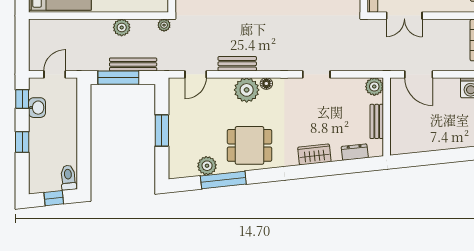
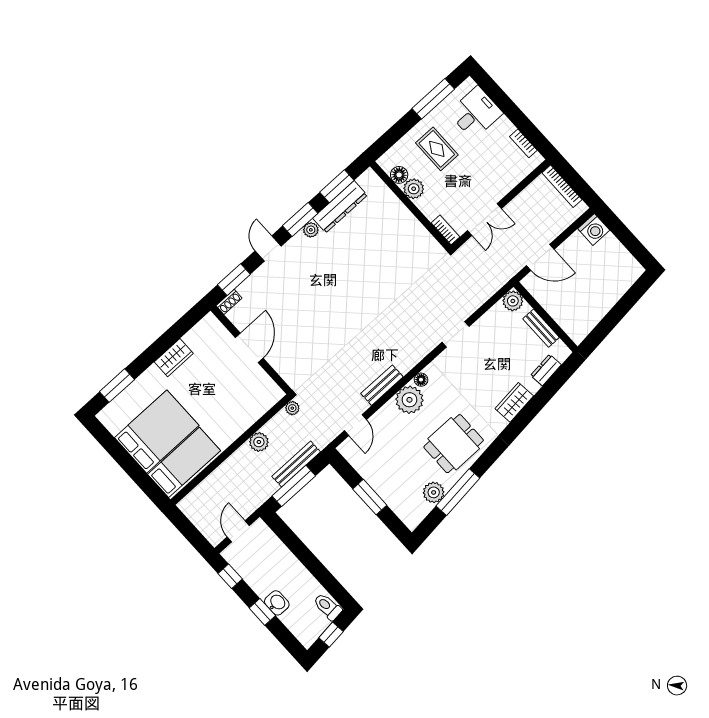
washbasin: (37, 108) -> (277, 603), moved

